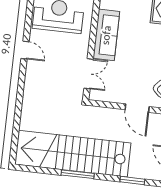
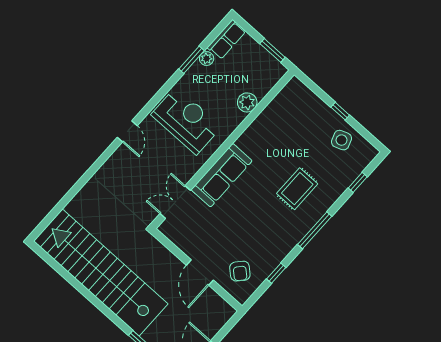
double door: (89, 74) -> (175, 202), swing flipped
window: (78, 174) -> (91, 297), removed

